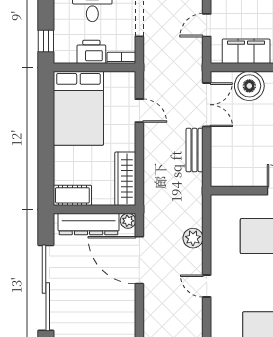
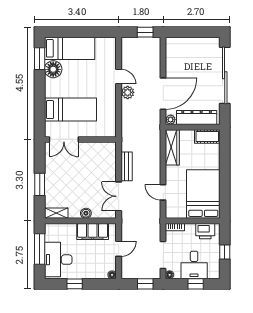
window: (46, 41) -> (225, 252), moved
printer: (91, 52) -> (205, 231), moved
boiler: (249, 86) -> (86, 213), width x0.54, depth x0.54
plant: (193, 238) -> (128, 92), moved
door: (139, 260) -> (163, 94), hinge flipped

